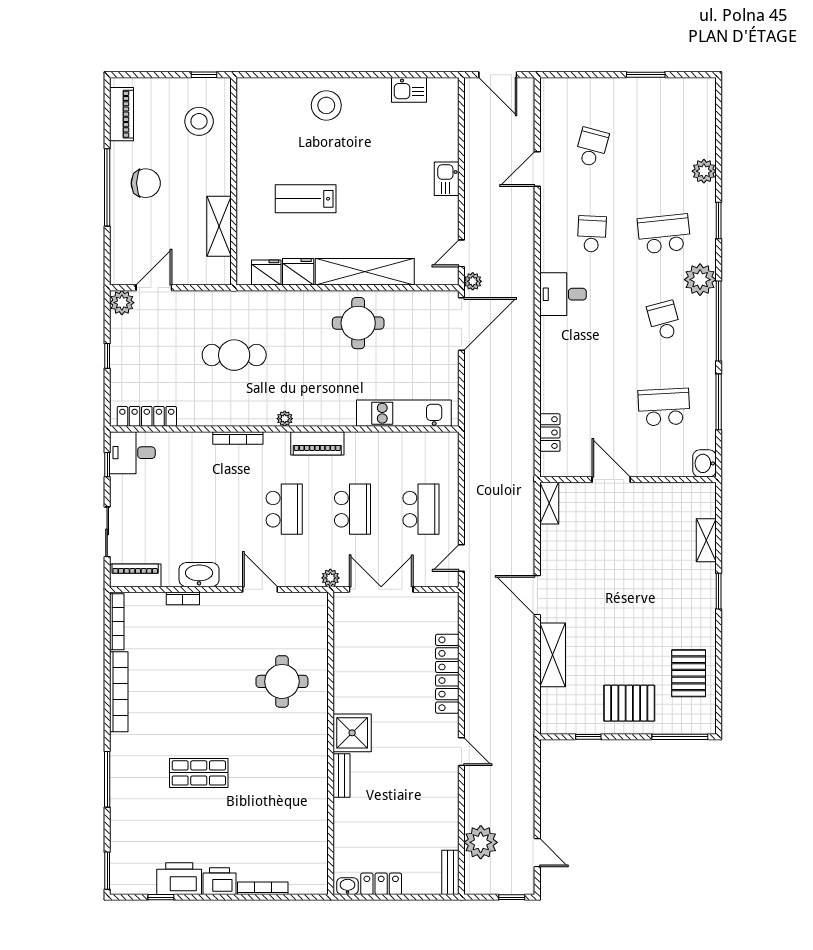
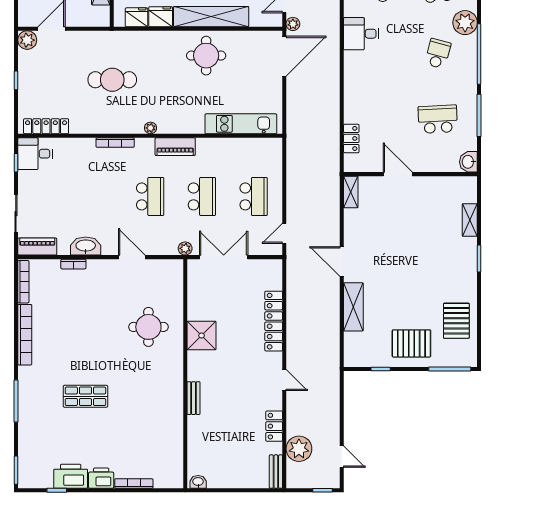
school desk: (664, 320) -> (438, 54), turned 30
shower: (352, 733) -> (202, 335), moved
locker: (381, 884) -> (274, 426), moved, turned -90

